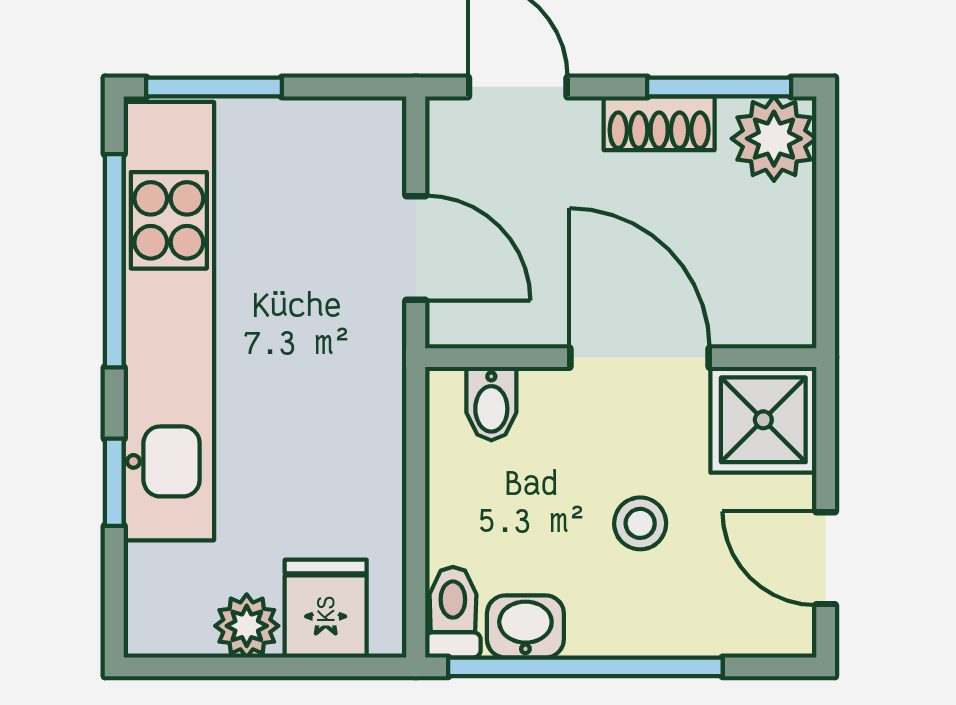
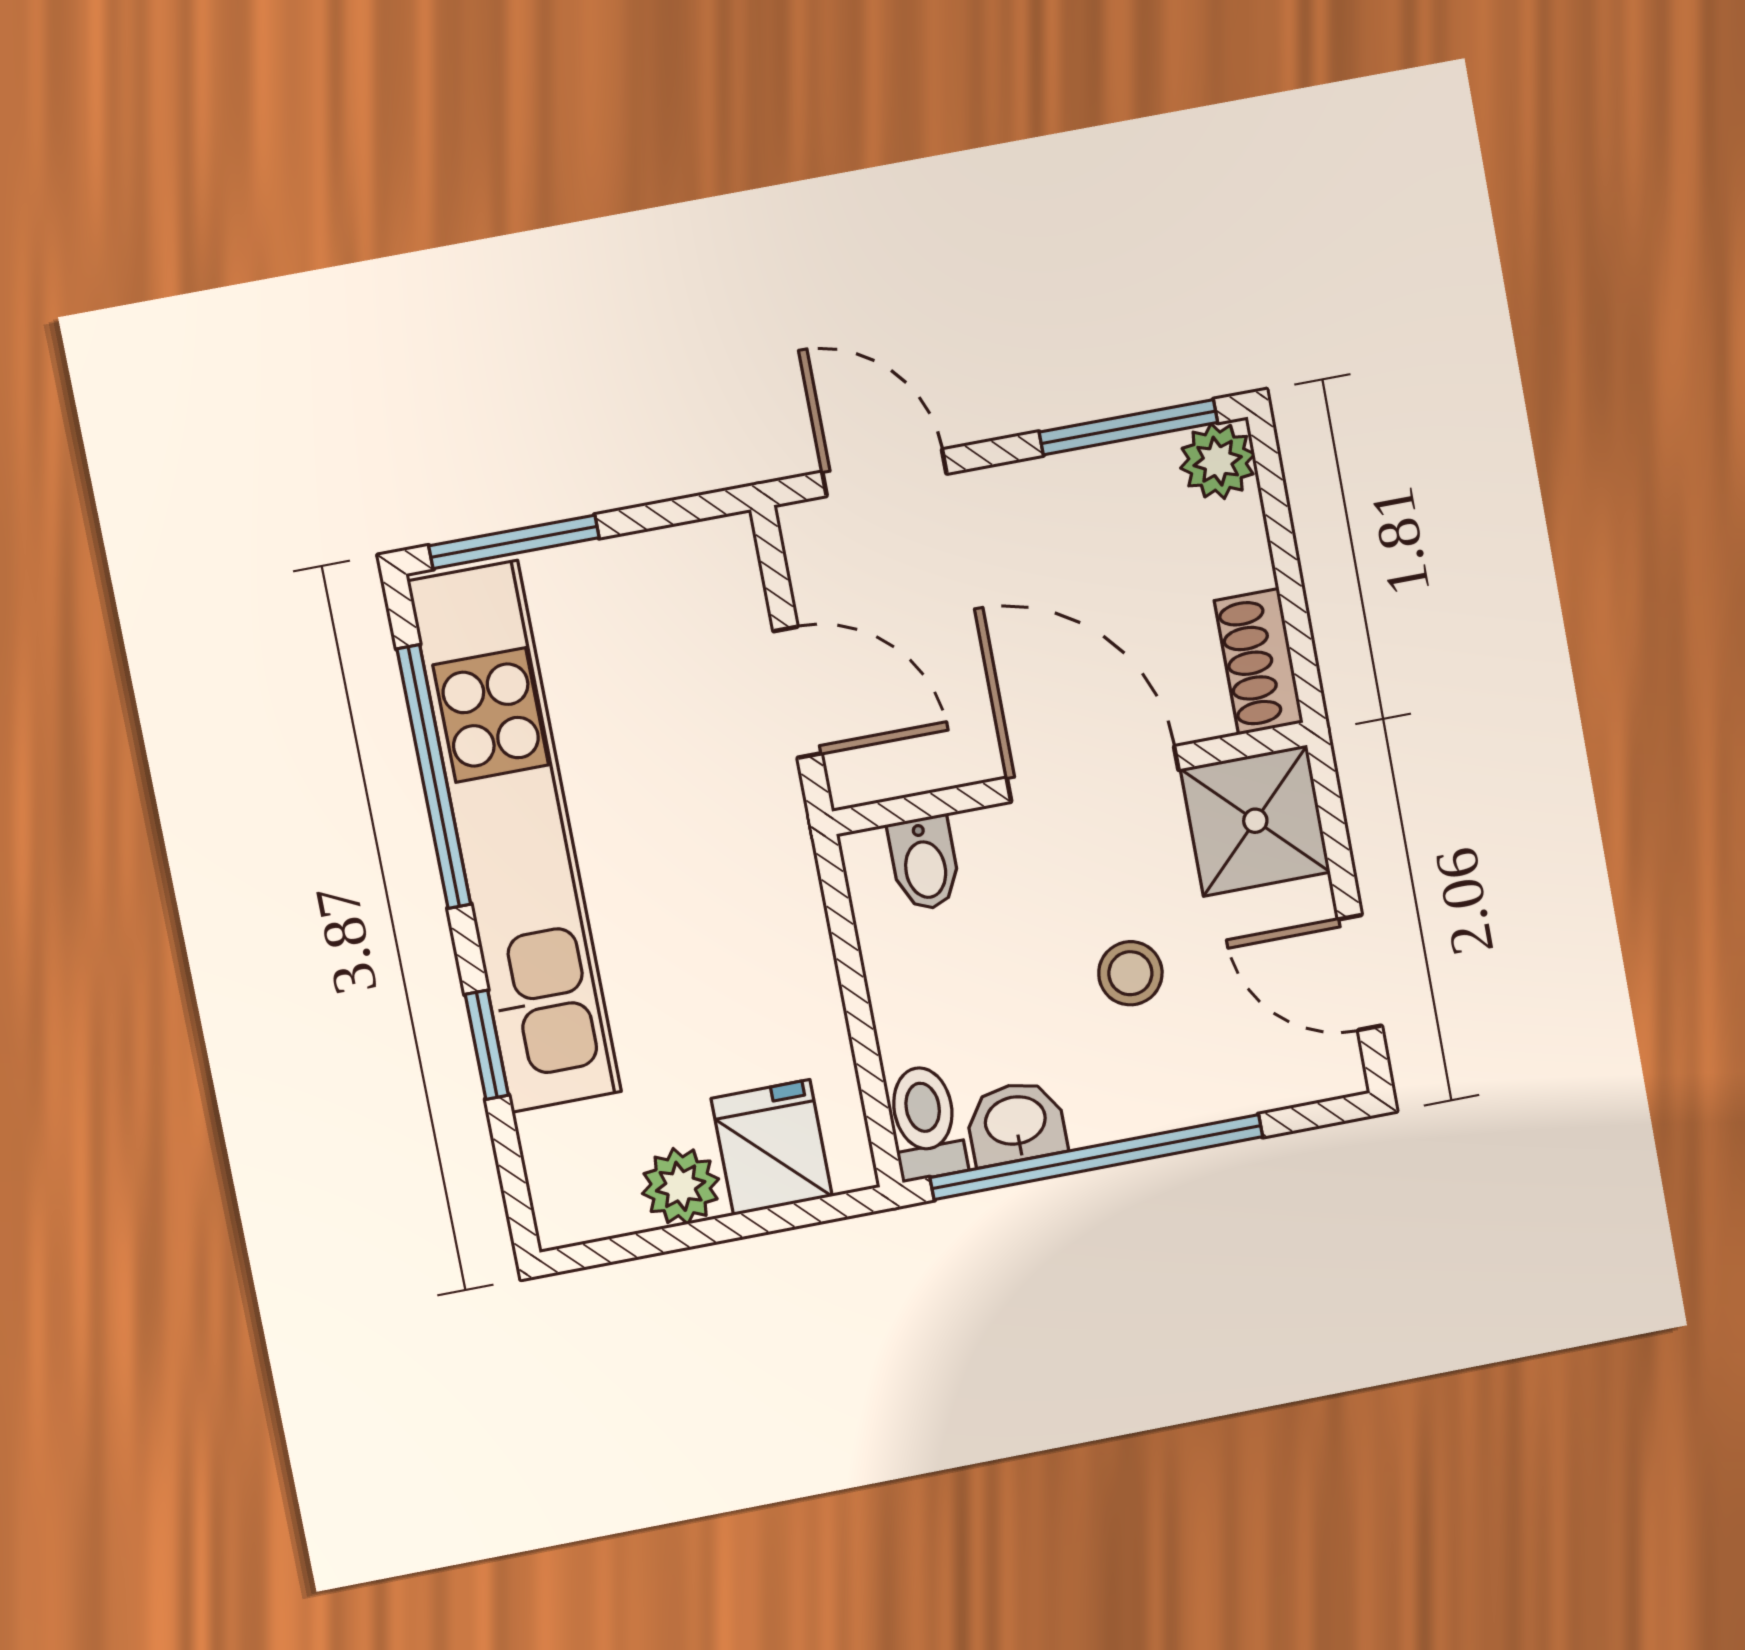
shoe rack: (659, 123) -> (1259, 662), moved, turned 90
plant: (774, 139) -> (1218, 461), width x0.73, depth x0.73

